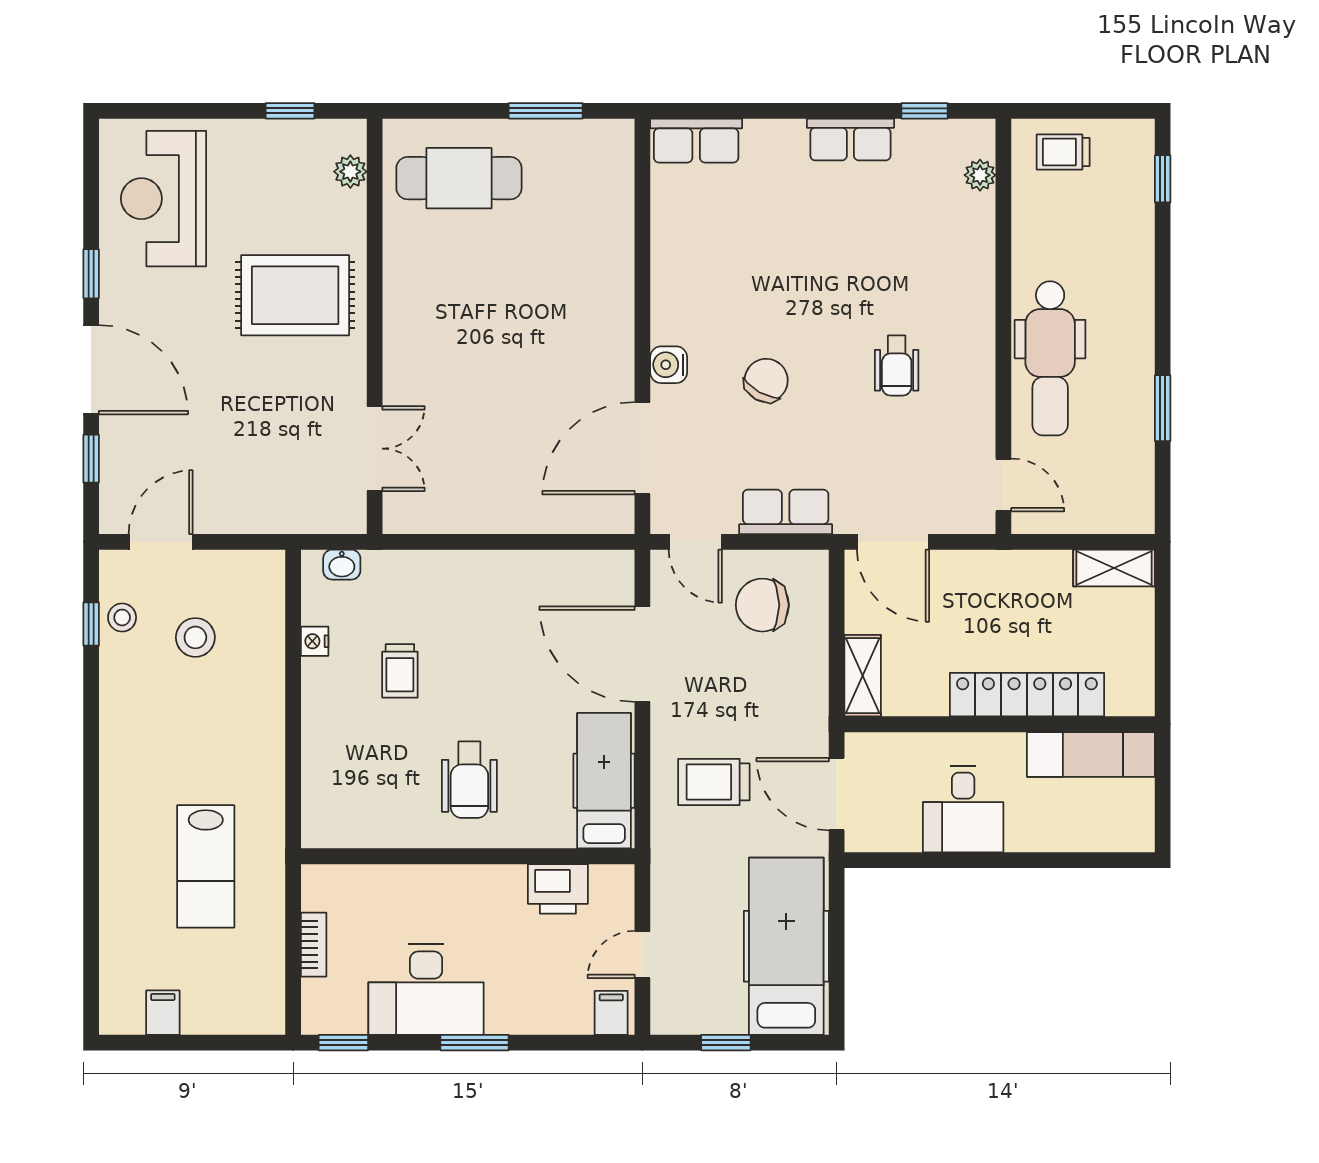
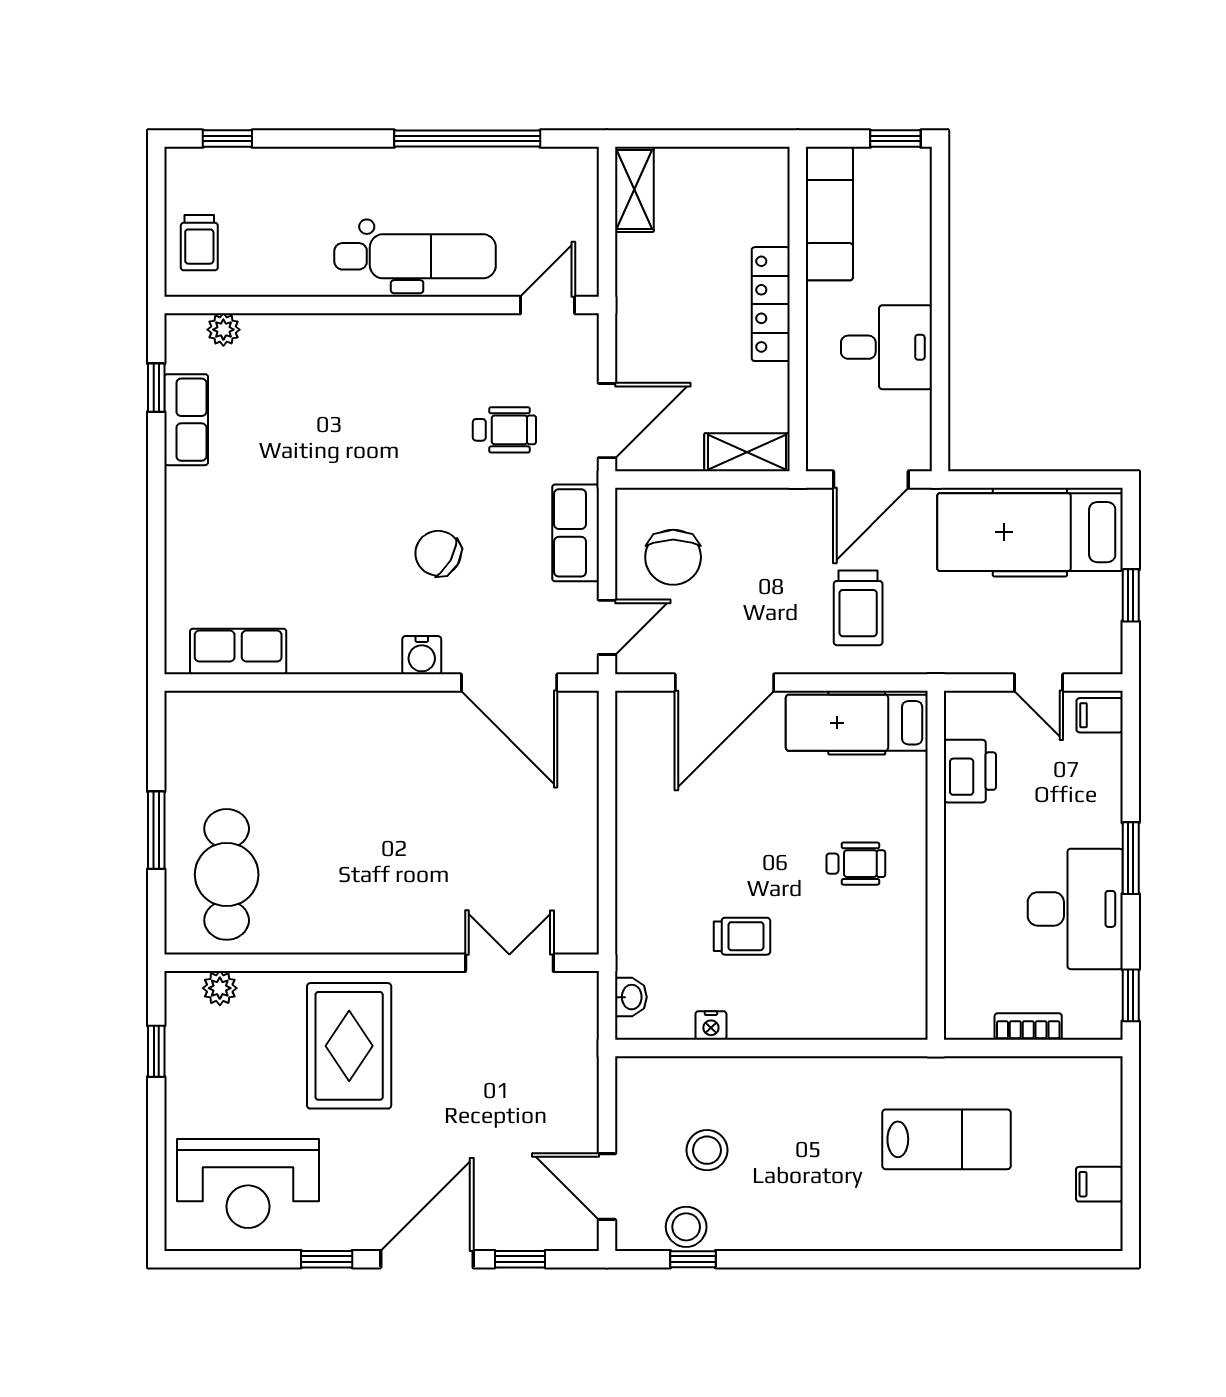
window: (546, 111) -> (156, 830), moved
row of seats: (850, 139) -> (186, 420), moved
row of seats: (696, 141) -> (238, 652), moved, turned -90
wheelchair: (897, 365) -> (504, 430), moved
window: (1163, 408) -> (467, 139), width x2.11
stool: (122, 617) -> (686, 1227), width x1.37, depth x1.37
locker: (1027, 695) -> (771, 304), width x0.71, depth x0.83
wheelchair: (469, 780) -> (856, 864), width x0.73, depth x0.73
window: (1163, 818) -> (895, 139), added

